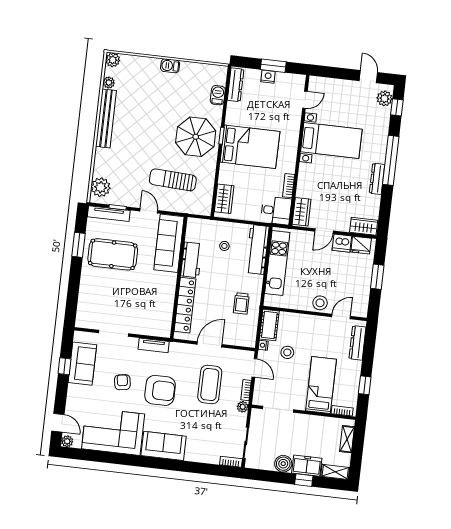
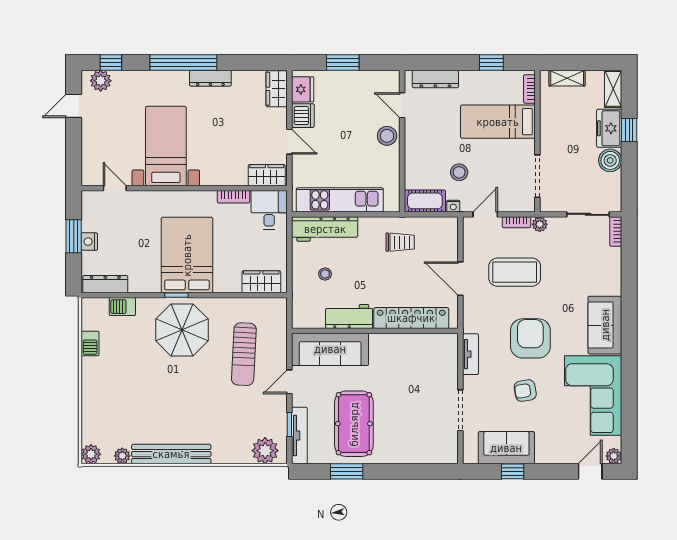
barbecue: (170, 66) -> (90, 343), moved

